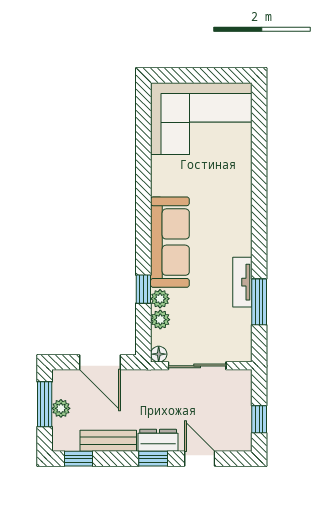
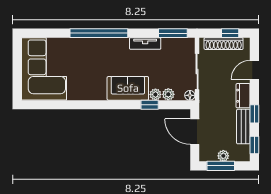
window: (259, 207) -> (99, 33), added
sofa: (170, 242) -> (128, 88), width x0.73
window: (259, 302) -> (173, 33), moved
door: (100, 362) -> (195, 132), swing flipped
shoe rack: (242, 409) -> (224, 44), added
window: (153, 459) -> (254, 114), moved

